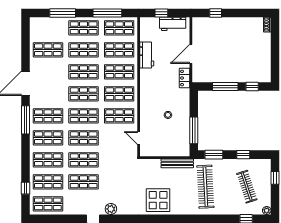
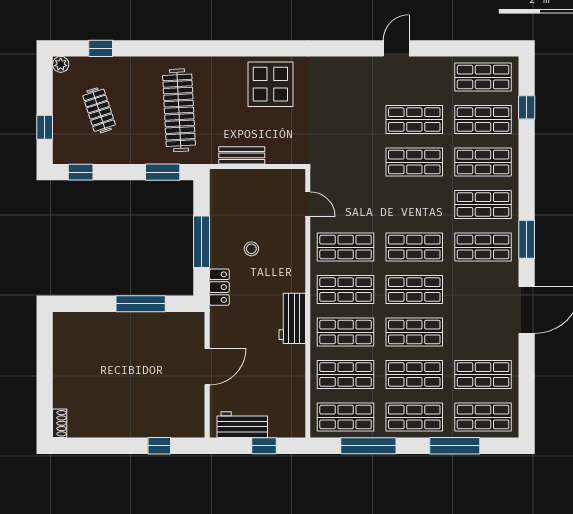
workbench: (147, 55) -> (292, 318), moved
locker: (185, 78) -> (219, 287), moved
window: (252, 86) -> (89, 304), removed
window: (25, 120) -> (527, 239), width x0.69
window: (194, 130) -> (202, 242), moved
shop shelf: (84, 138) -> (483, 417), moved
window: (243, 155) -> (81, 172), moved
bench: (177, 163) -> (242, 155), width x0.73
clothes rail: (247, 187) -> (99, 110), width x0.73
plant: (111, 209) -> (361, 67), removed

